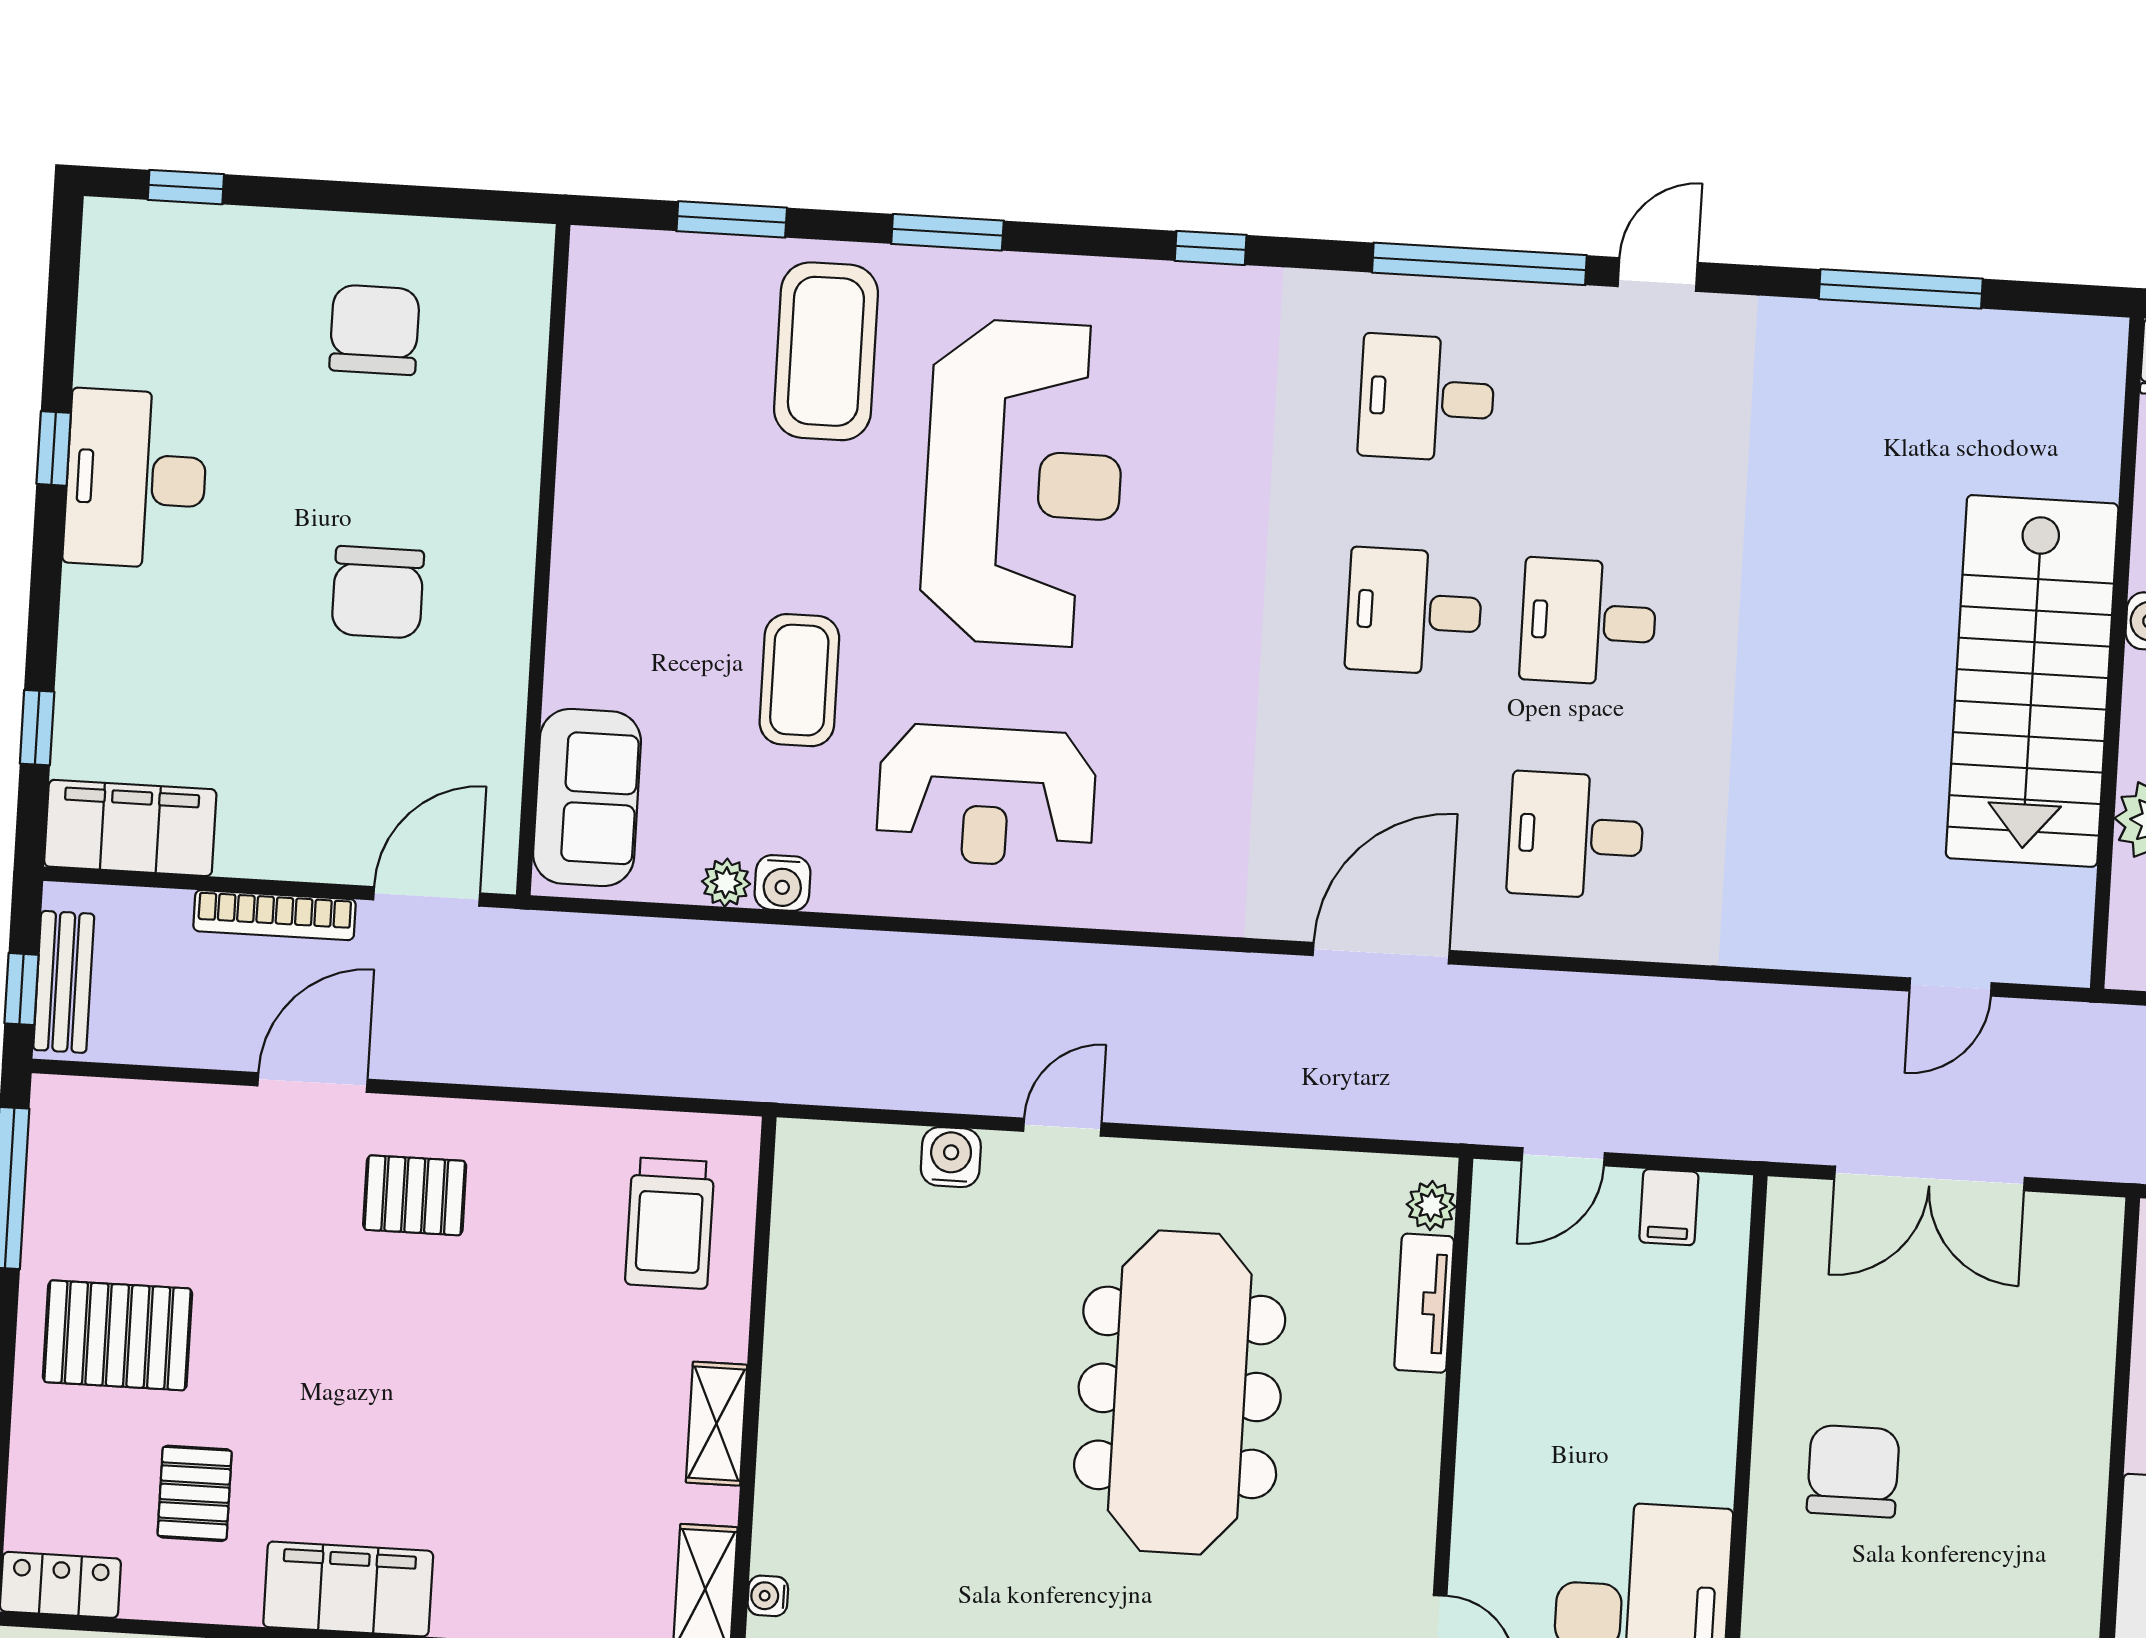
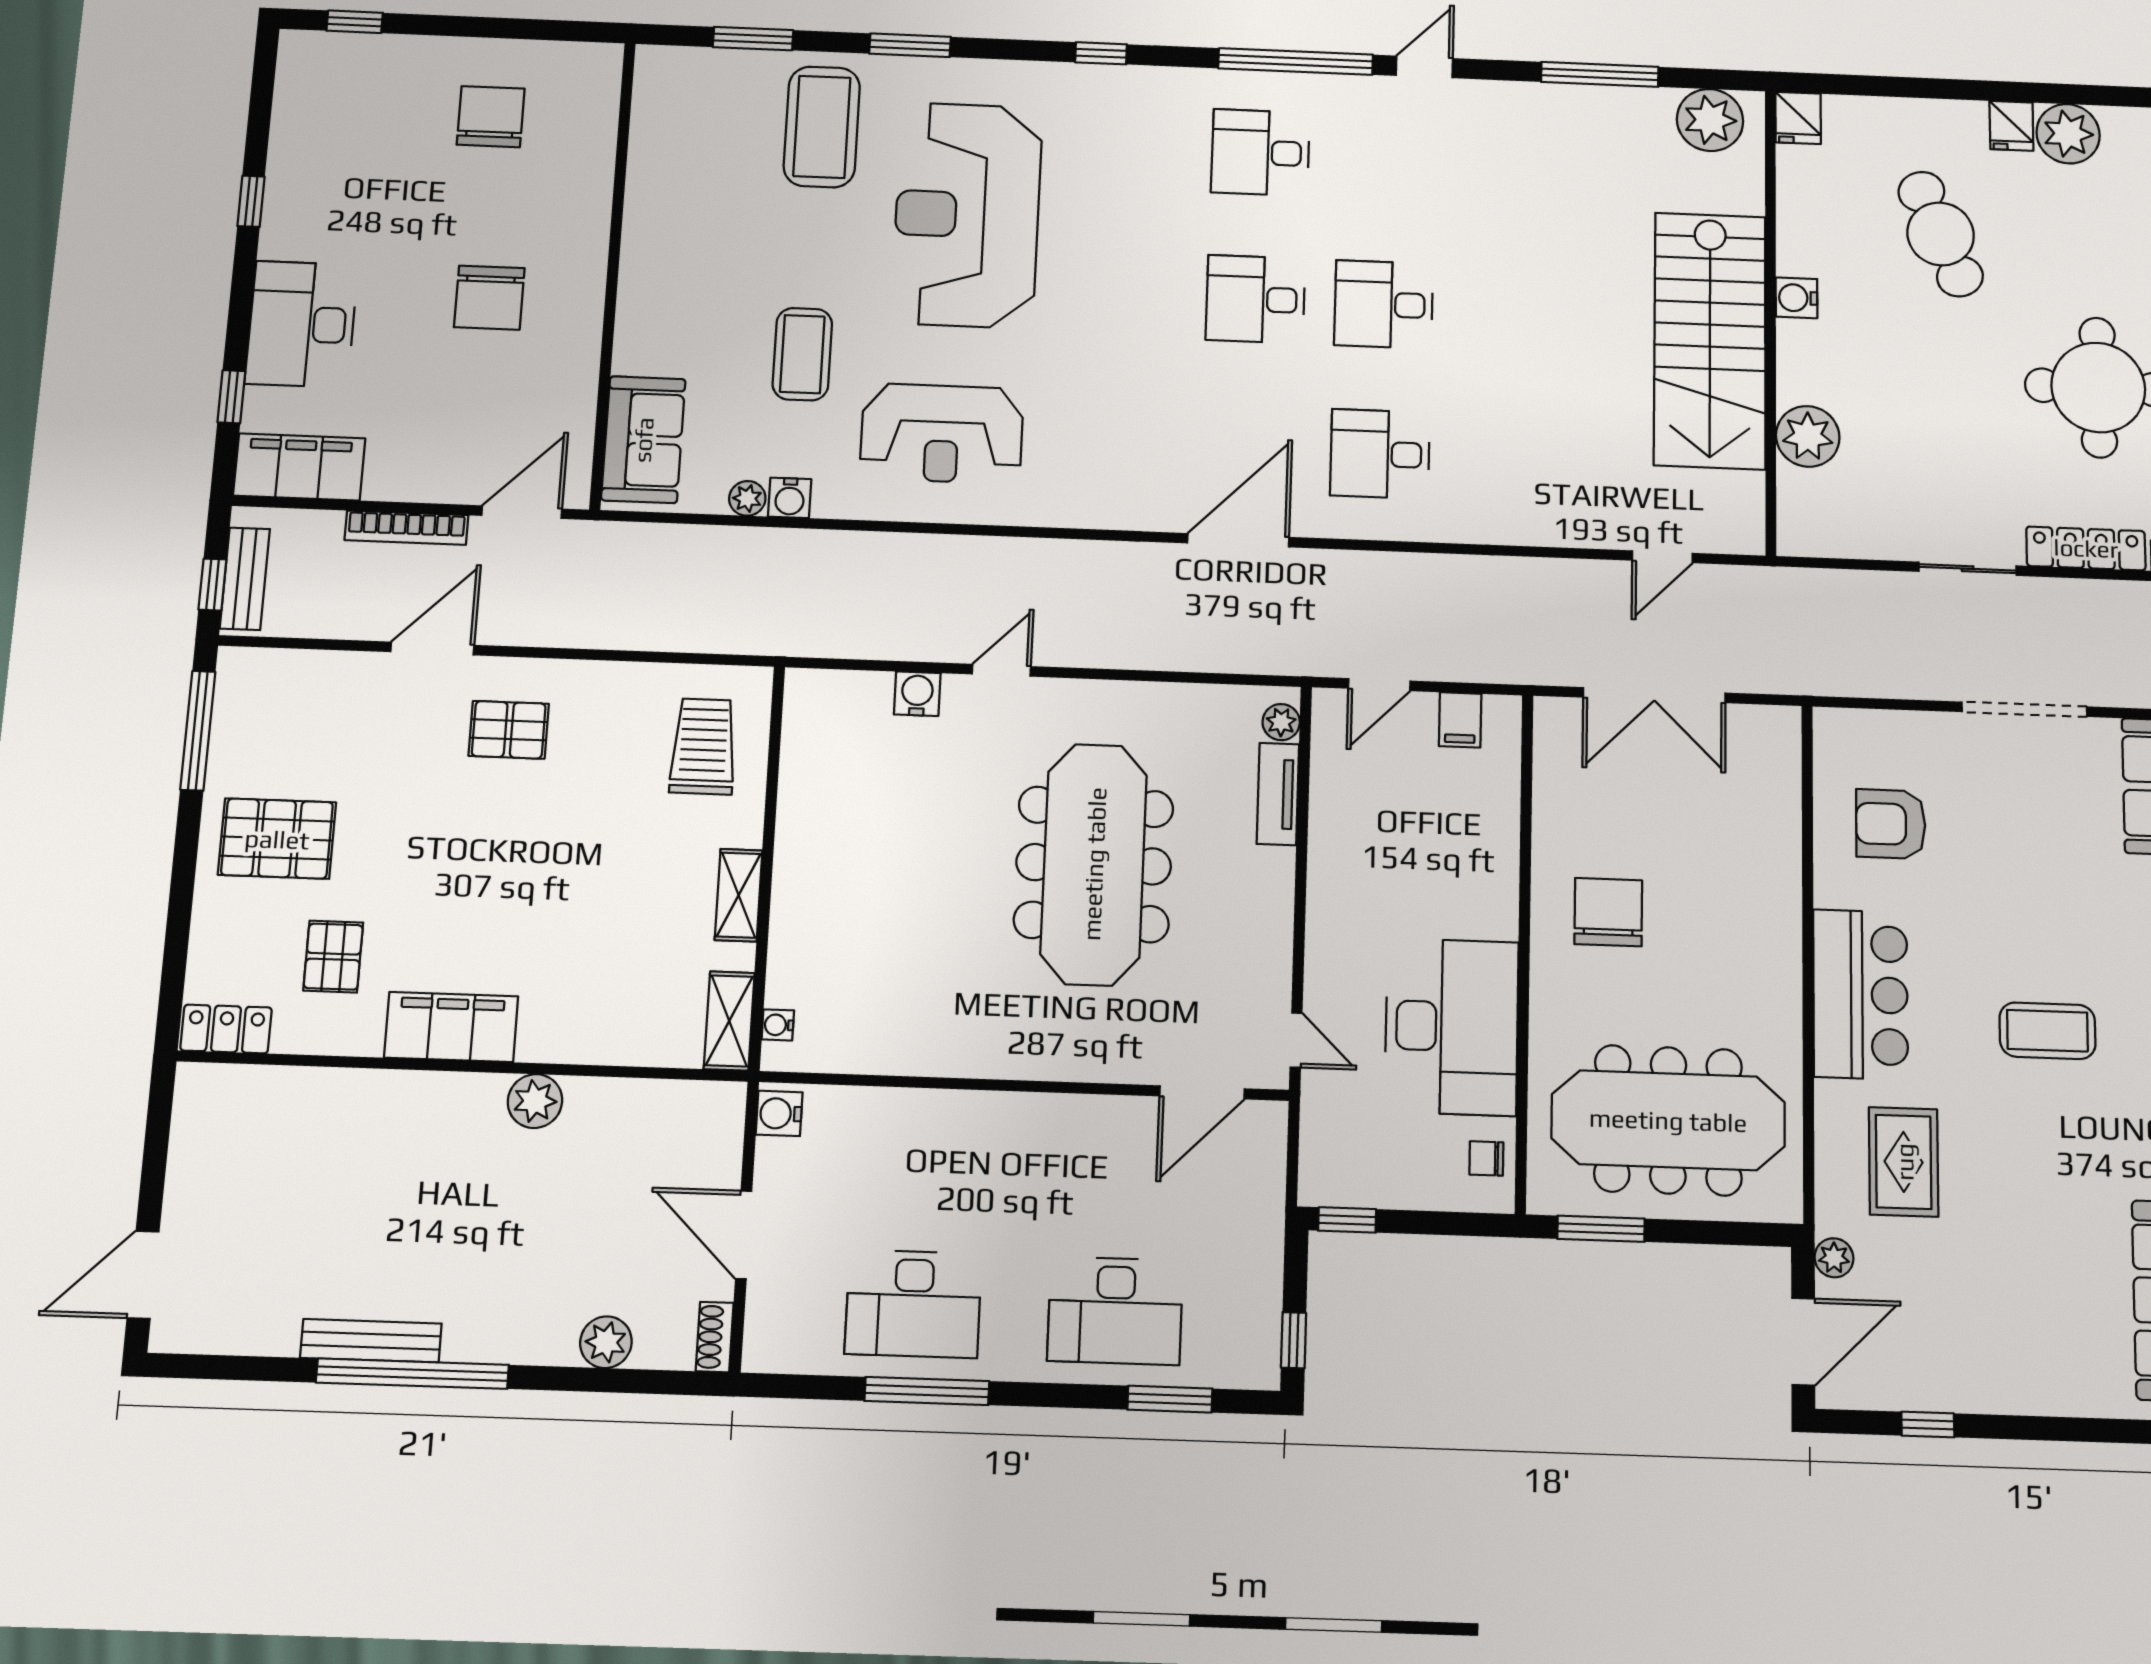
plant: (2051, 359) -> (1710, 120), added
desk: (136, 479) -> (302, 324), moved
reception desk: (1023, 483) -> (967, 215), turned 180
trolley: (670, 1223) -> (703, 746), turned 180

